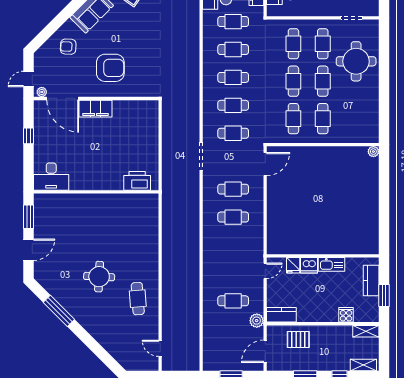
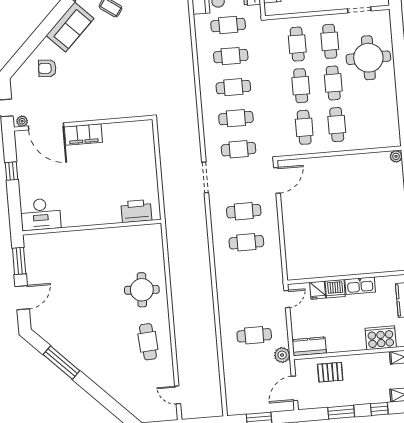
armchair: (110, 68) -> (96, 88), removed
round table: (99, 277) -> (142, 290), moved
cooker: (346, 315) -> (381, 338), width x1.87, depth x1.31

